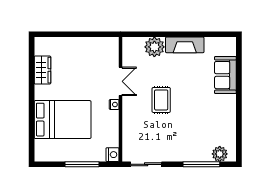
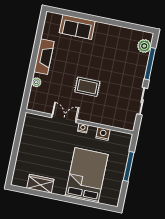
plant: (154, 47) -> (36, 82), width x0.53, depth x0.53
nightstand: (112, 155) -> (103, 134), moved
sliding door: (146, 164) -> (142, 101), moved

